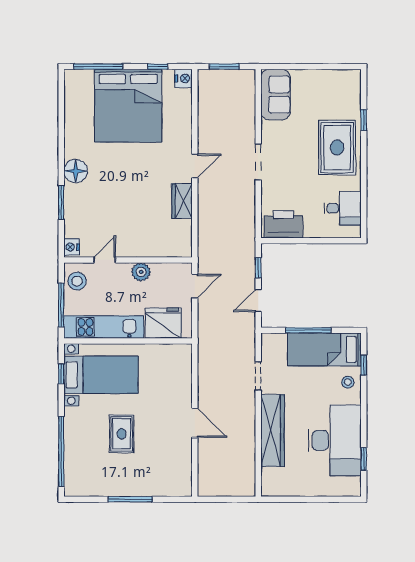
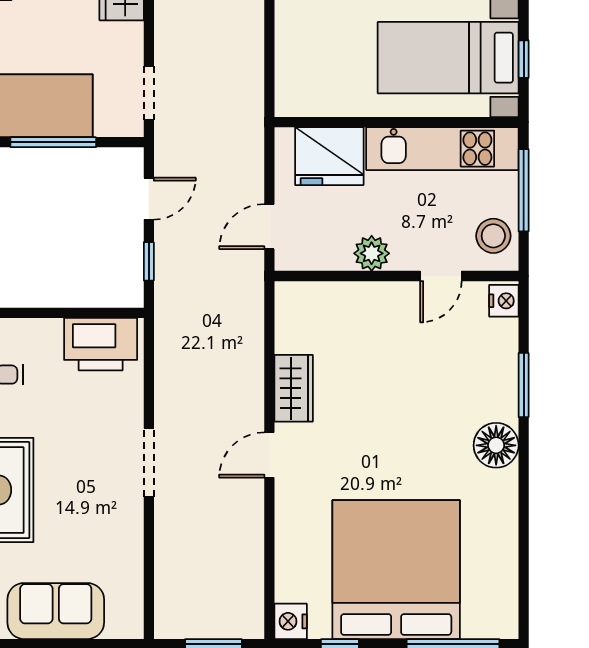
sofa: (275, 95) -> (56, 611), moved, turned 90
doorway: (258, 376) -> (149, 93), moved

